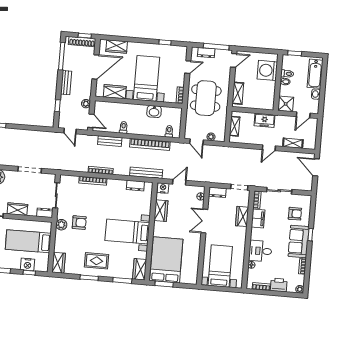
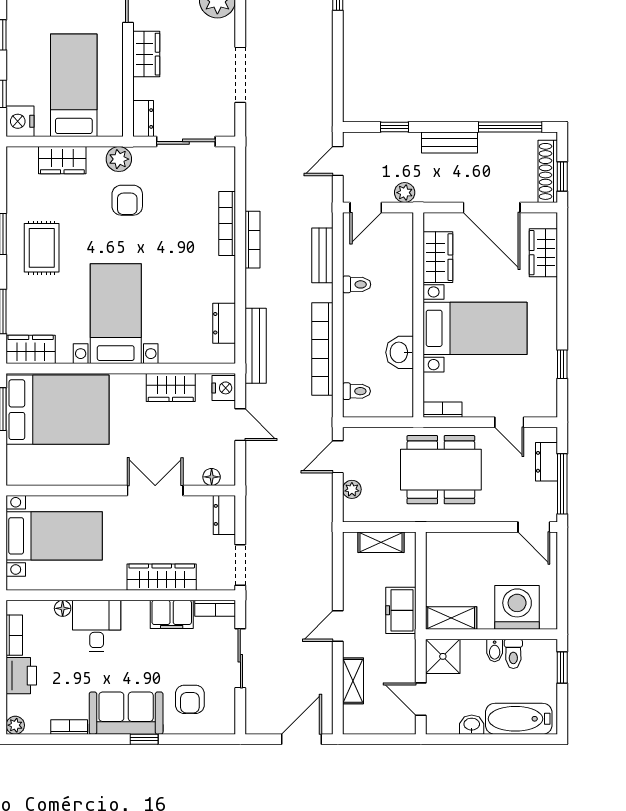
shelving: (238, 93) -> (451, 618), moved
door: (269, 148) -> (338, 626), hinge flipped
wardrobe: (242, 216) -> (162, 577), width x1.50
wardrobe: (59, 263) -> (62, 160), moved
nightstand: (28, 264) -> (20, 121), moved

